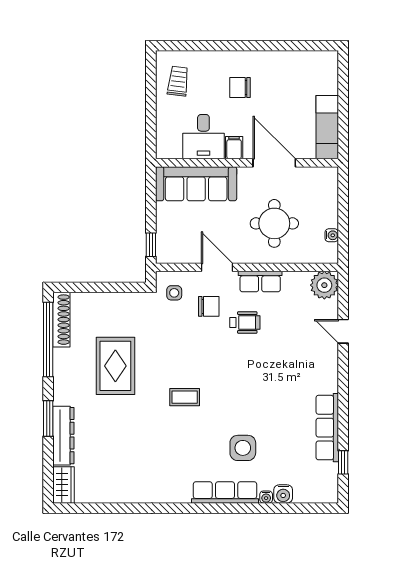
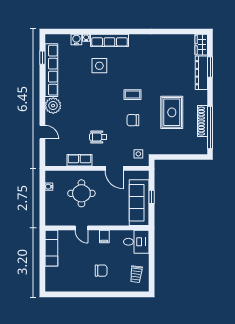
desk: (203, 137) -> (136, 242), moved, turned 90
door: (274, 163) -> (81, 228), width x0.53
sofa: (196, 184) -> (139, 203), moved, turned -90
window: (151, 245) -> (152, 197), moved
row of seats: (260, 282) -> (79, 160), moved
plant: (324, 285) -> (53, 106), moved
chair: (209, 306) -> (133, 120), moved
shoe rack: (61, 320) -> (203, 121), moved
window: (48, 419) -> (210, 67), moved
row of seats: (327, 428) -> (51, 70), width x1.36

